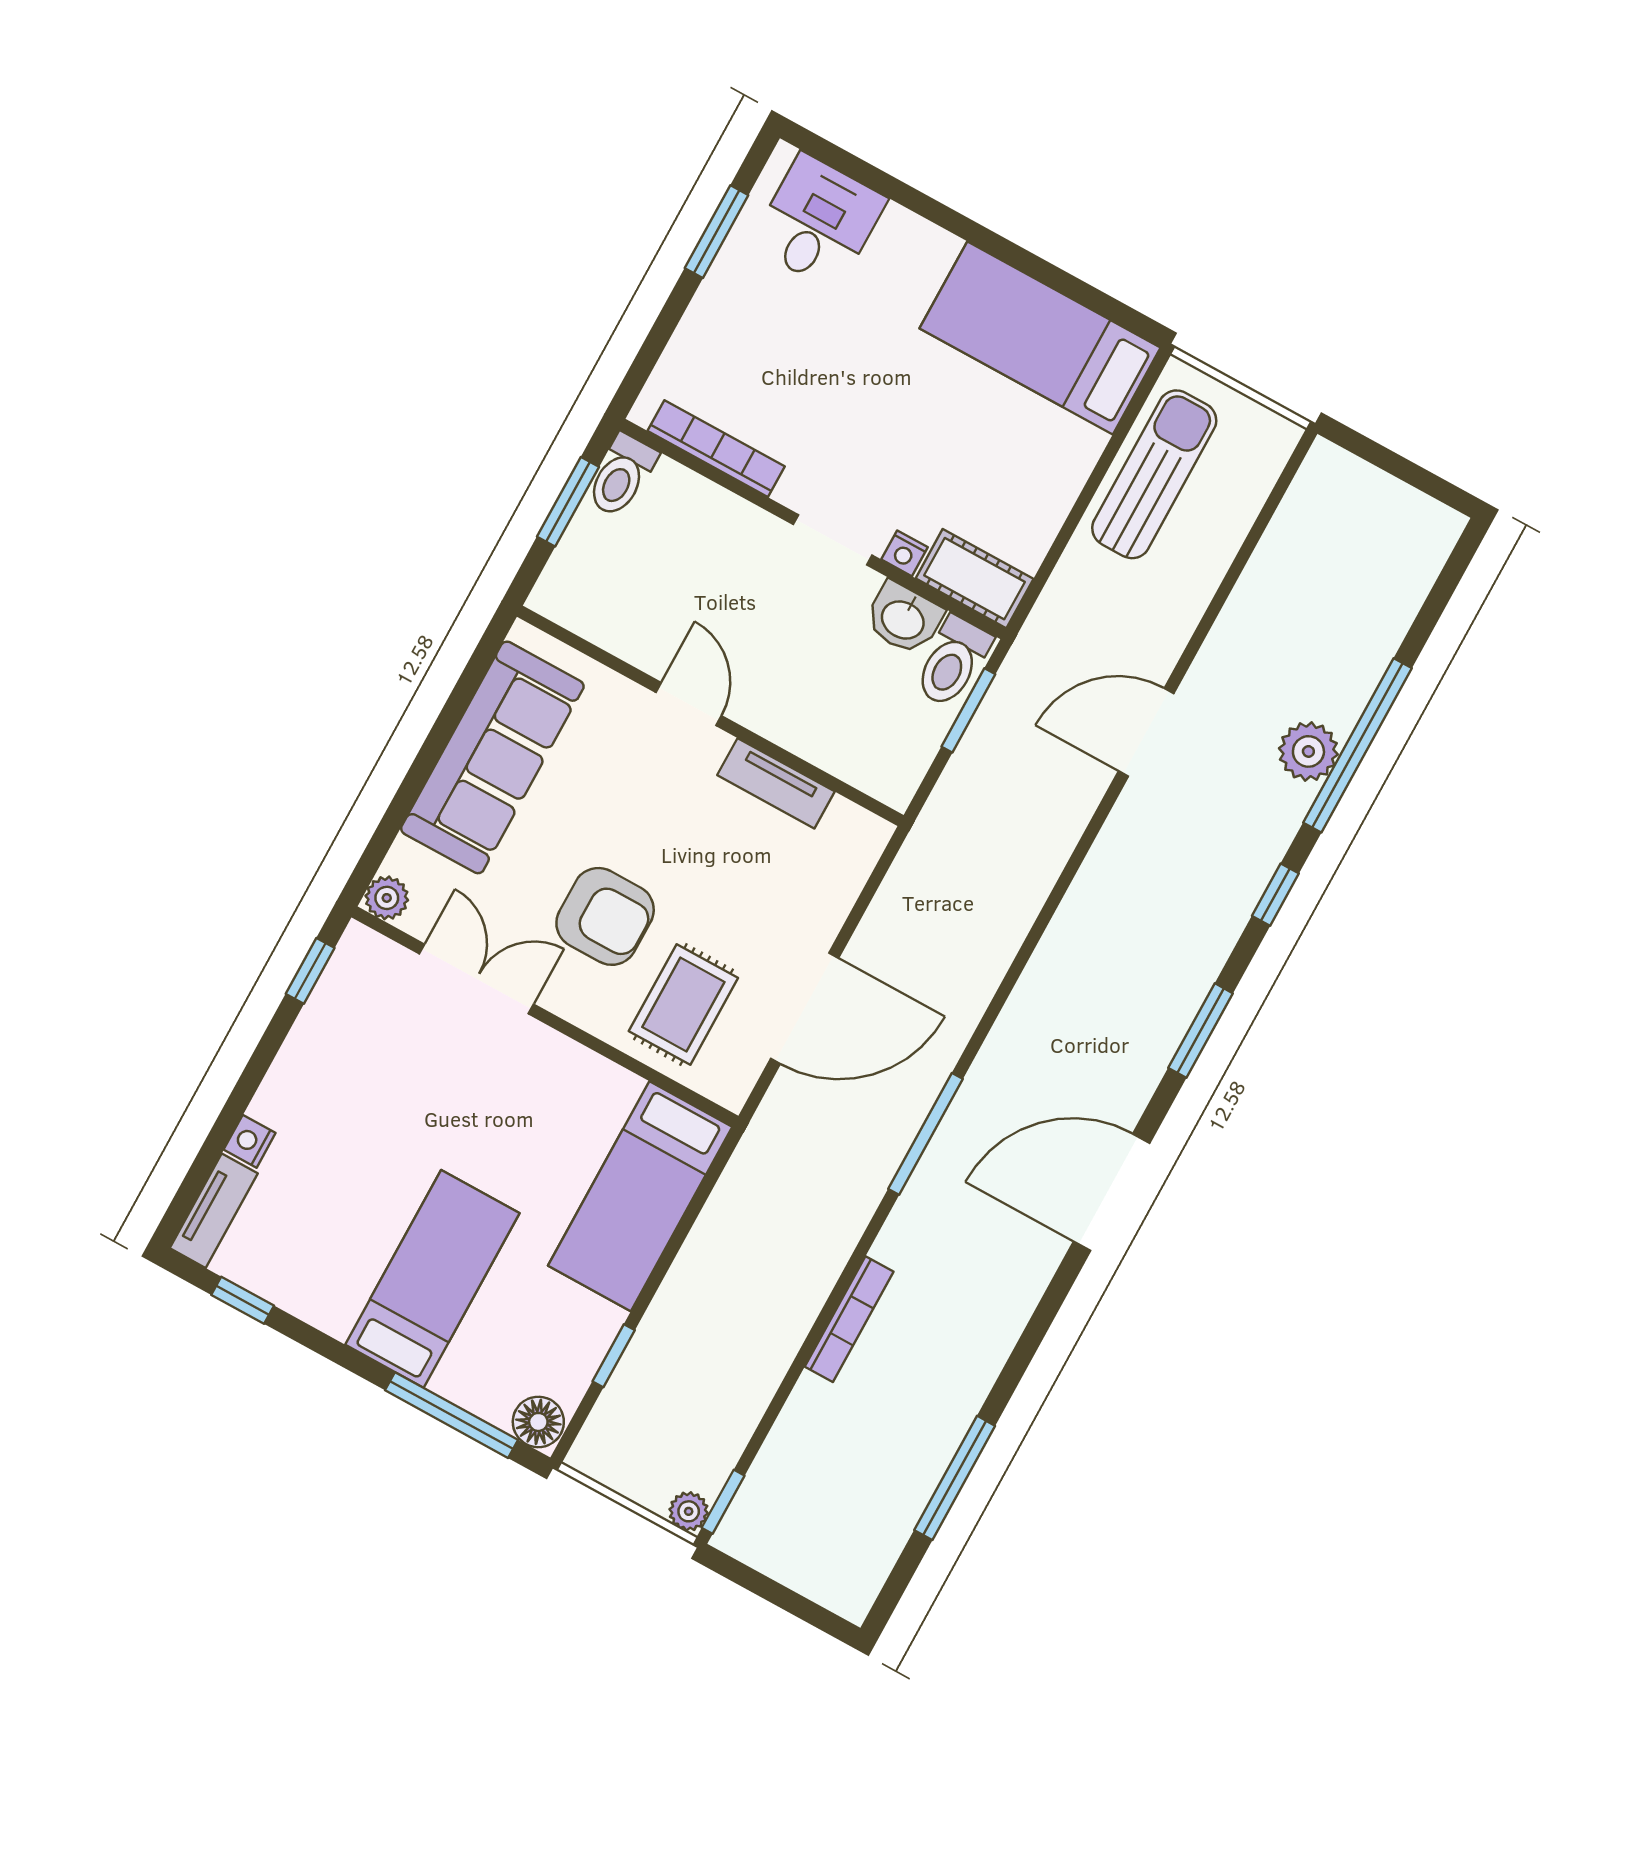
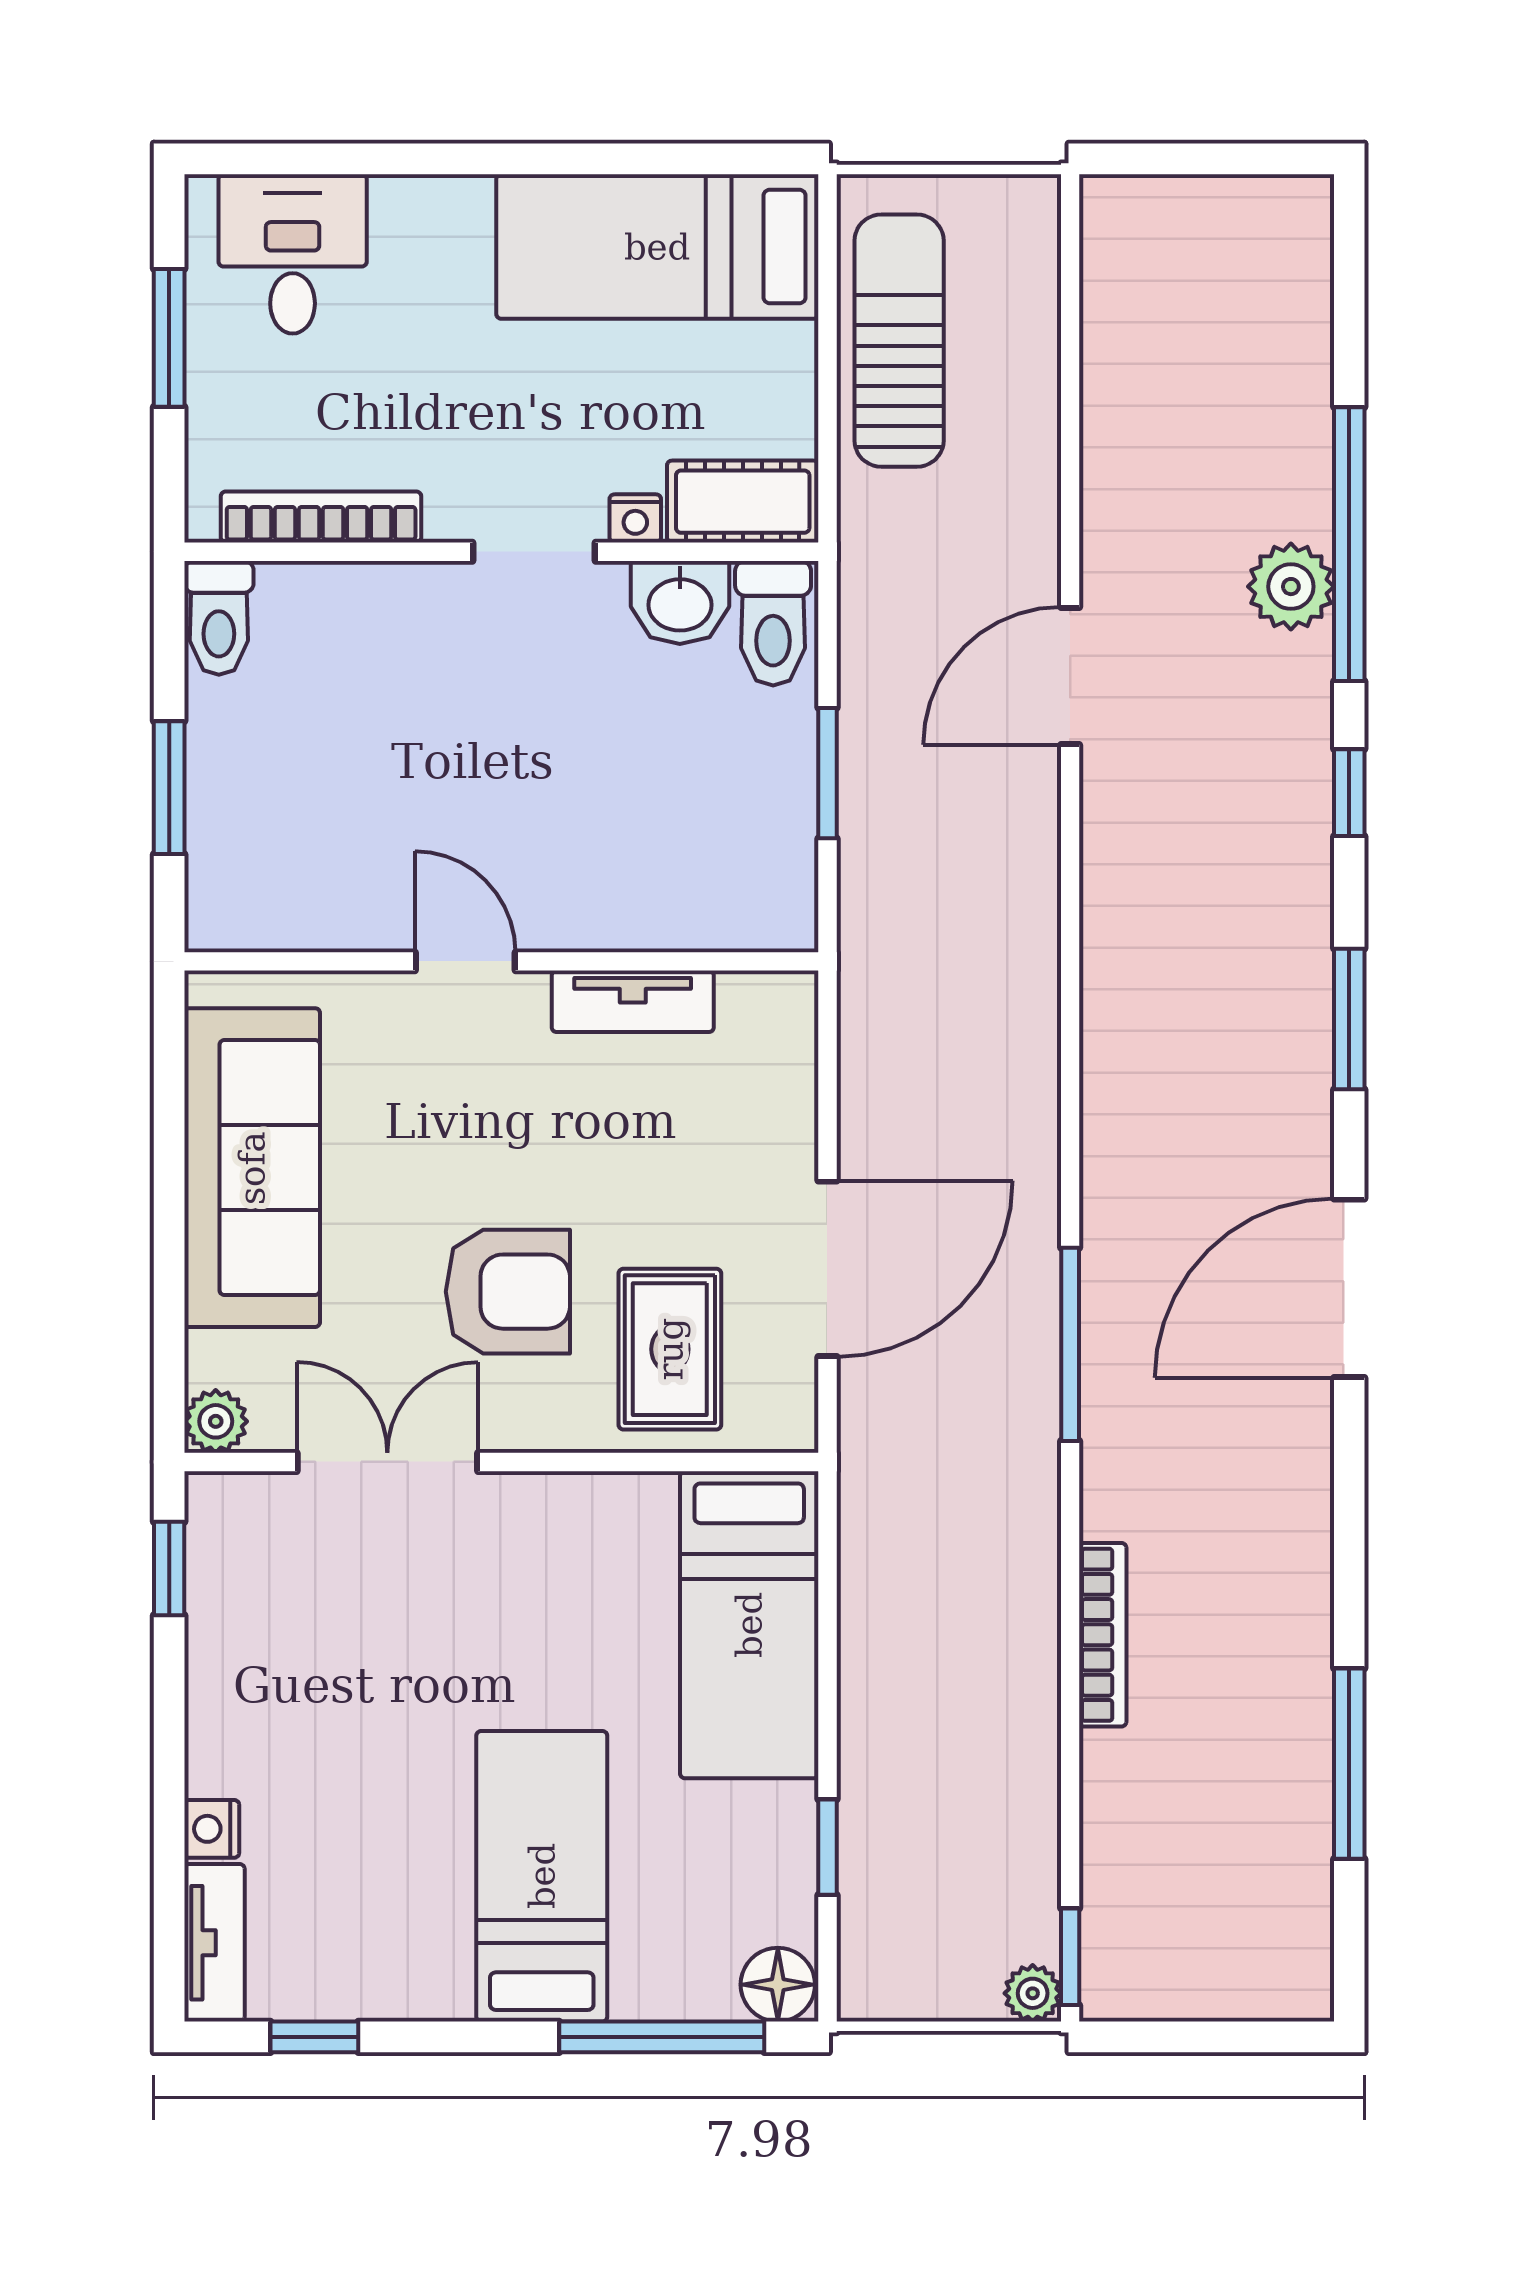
bookcase: (716, 449) -> (321, 517), moved
toilet: (621, 475) -> (219, 618), moved
wall: (813, 529) -> (501, 552), moved
doorway: (833, 540) -> (534, 552), moved
nightstand: (904, 553) -> (635, 518), moved
cot: (975, 579) -> (743, 502), moved
washbasin: (904, 619) -> (680, 602), moved
toilet: (953, 662) -> (773, 623), moved

